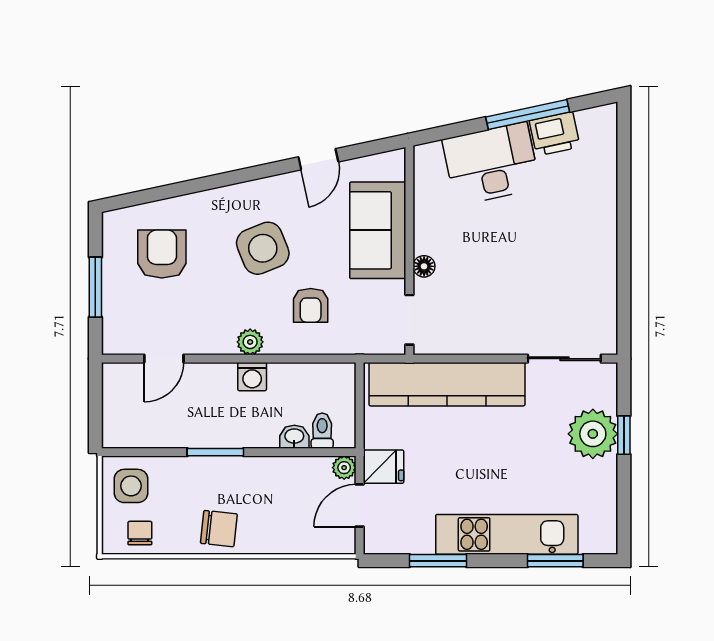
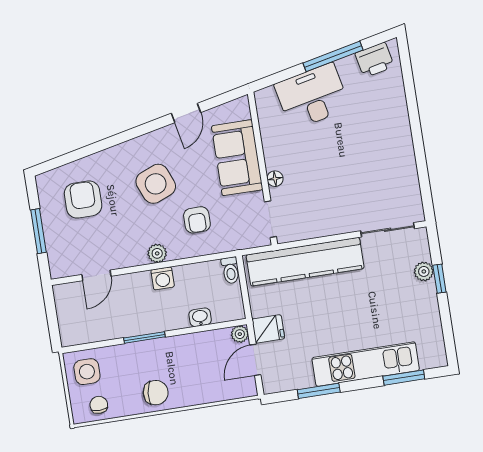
printer: (555, 134) -> (375, 60), moved
toilet: (322, 431) -> (230, 270), moved, turned 180
plant: (593, 434) -> (424, 271), width x0.53, depth x0.53

